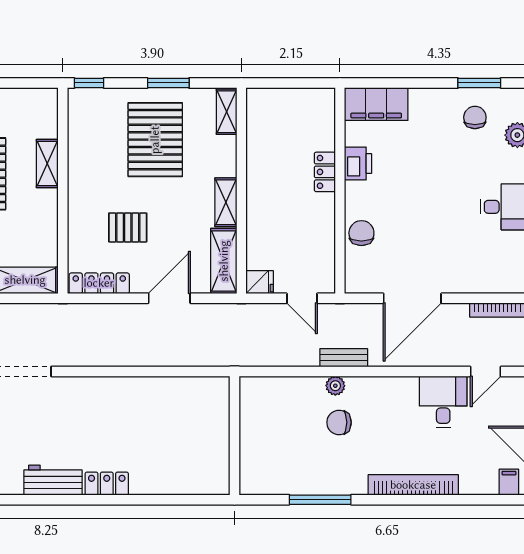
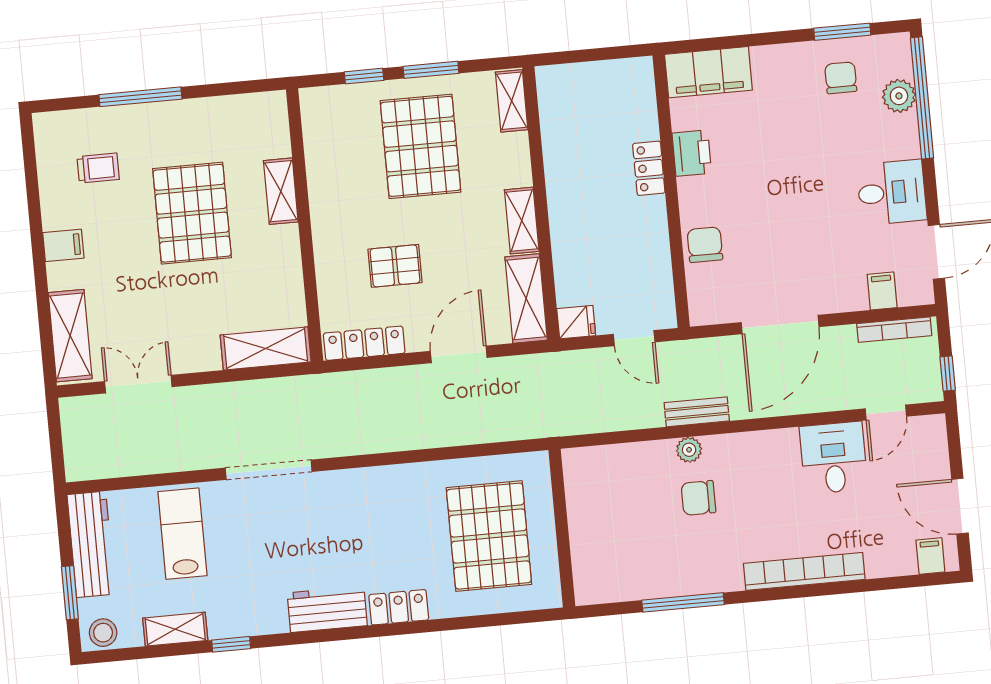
window: (89, 83) -> (364, 76), moved
filing cabinet: (491, 280) -> (882, 291), added
pallet: (179, 436) -> (489, 536), added

